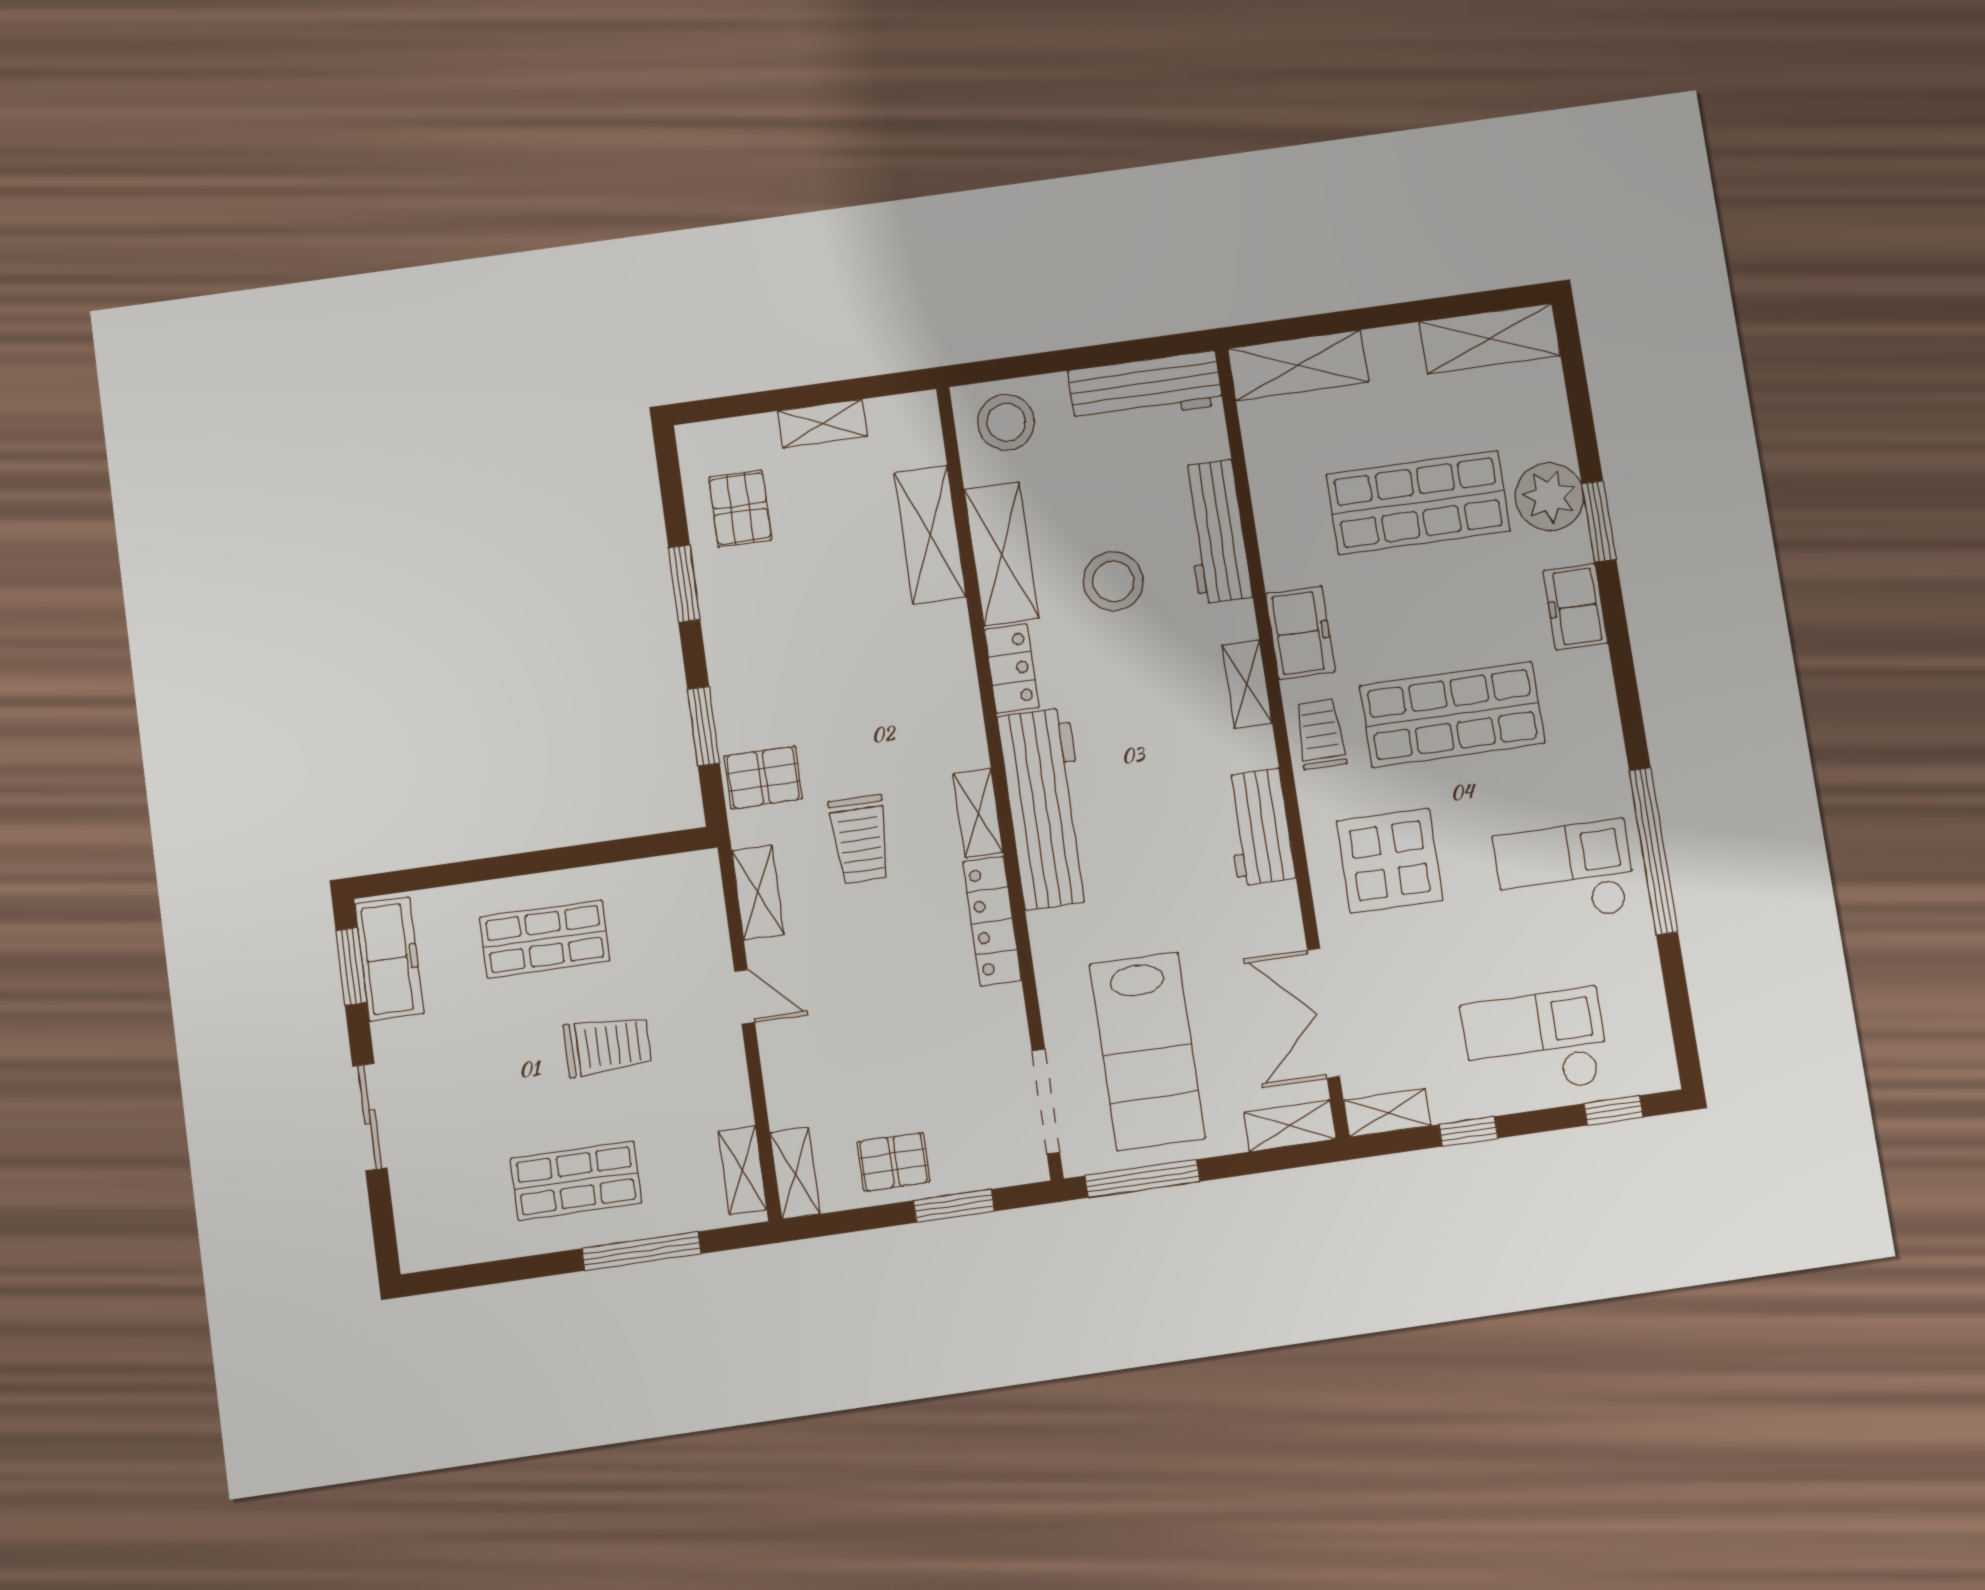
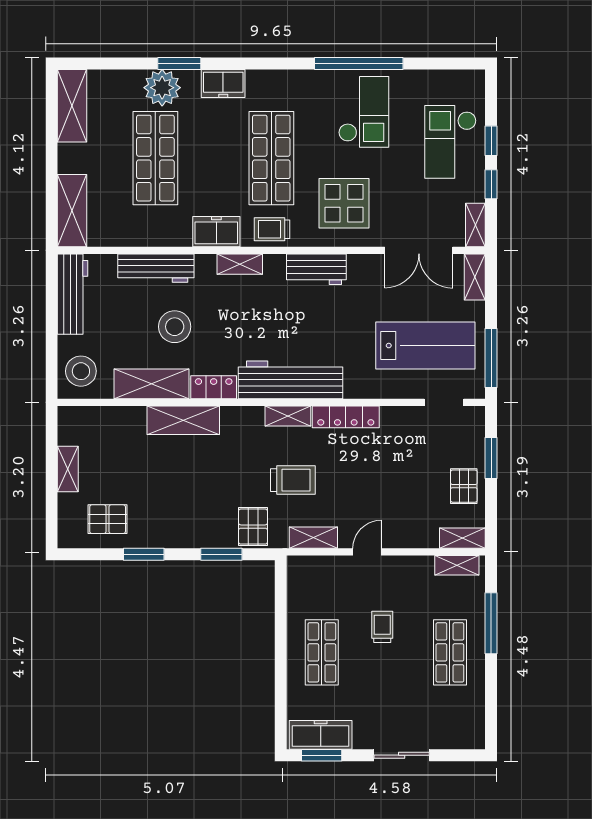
shelving: (930, 535) -> (183, 420), moved
checkout: (1565, 873) -> (364, 112), turned 180
trolley: (607, 1046) -> (382, 627), width x0.73, depth x0.72
doorway: (1046, 1102) -> (444, 402), width x0.73
window: (1614, 1110) -> (491, 141), moved

